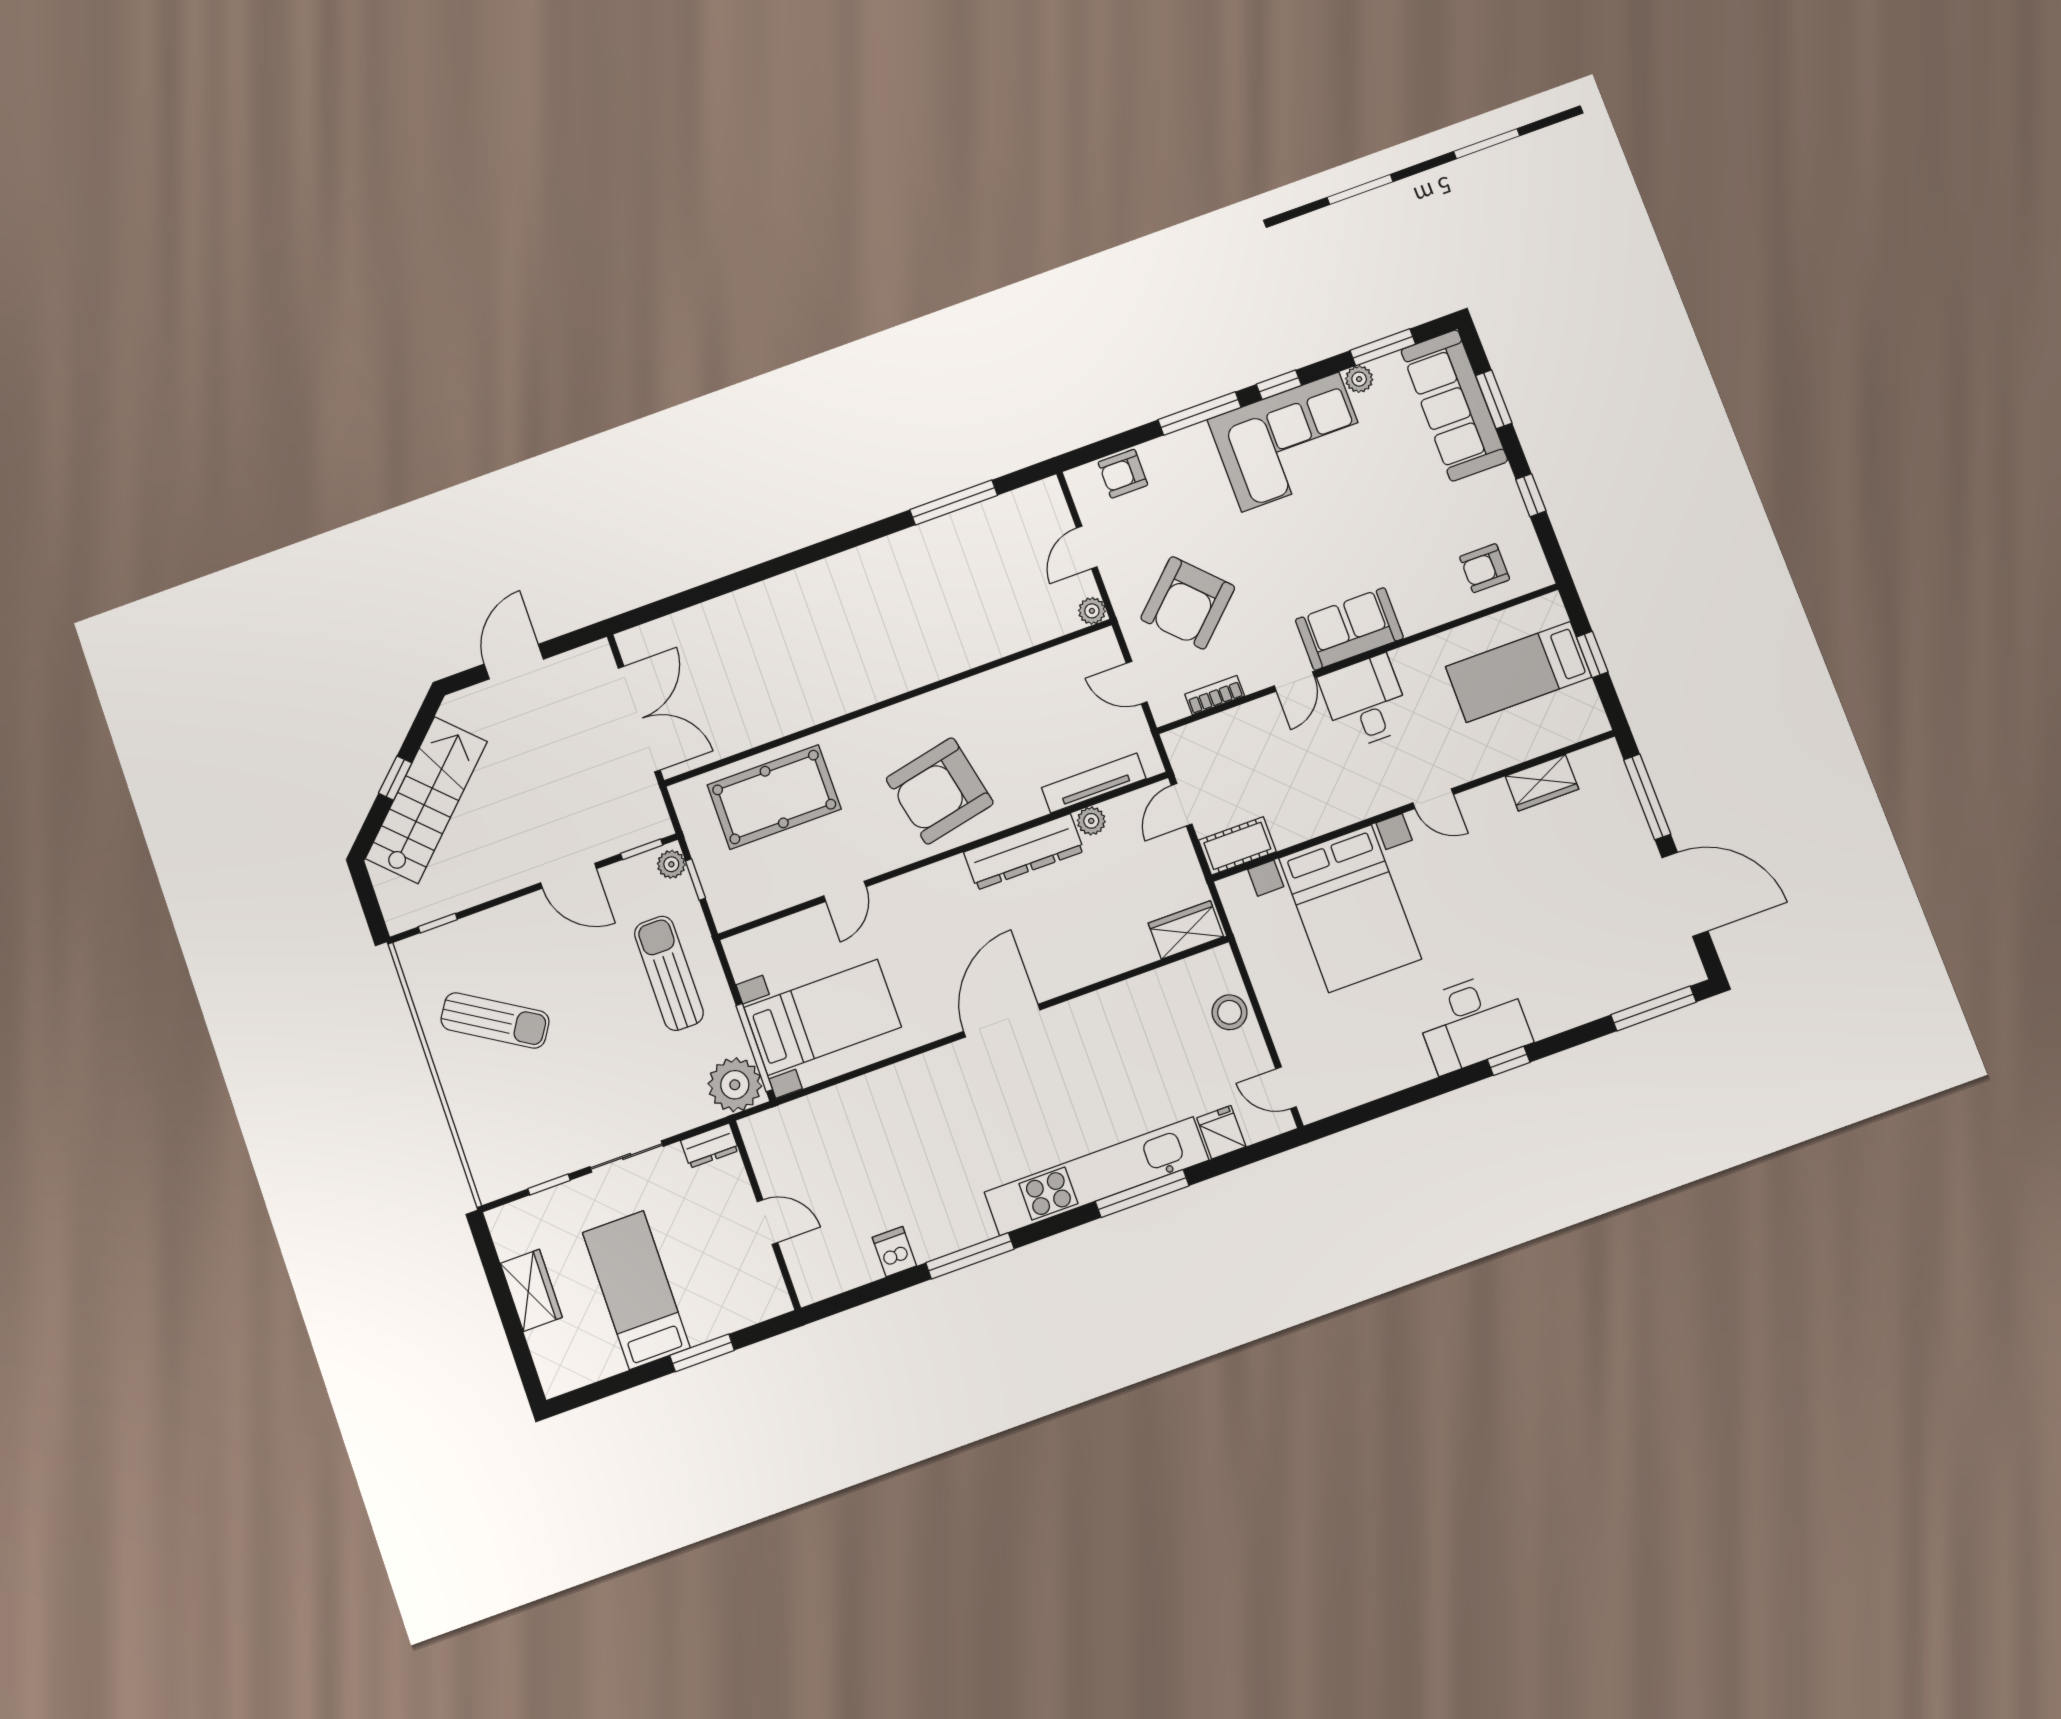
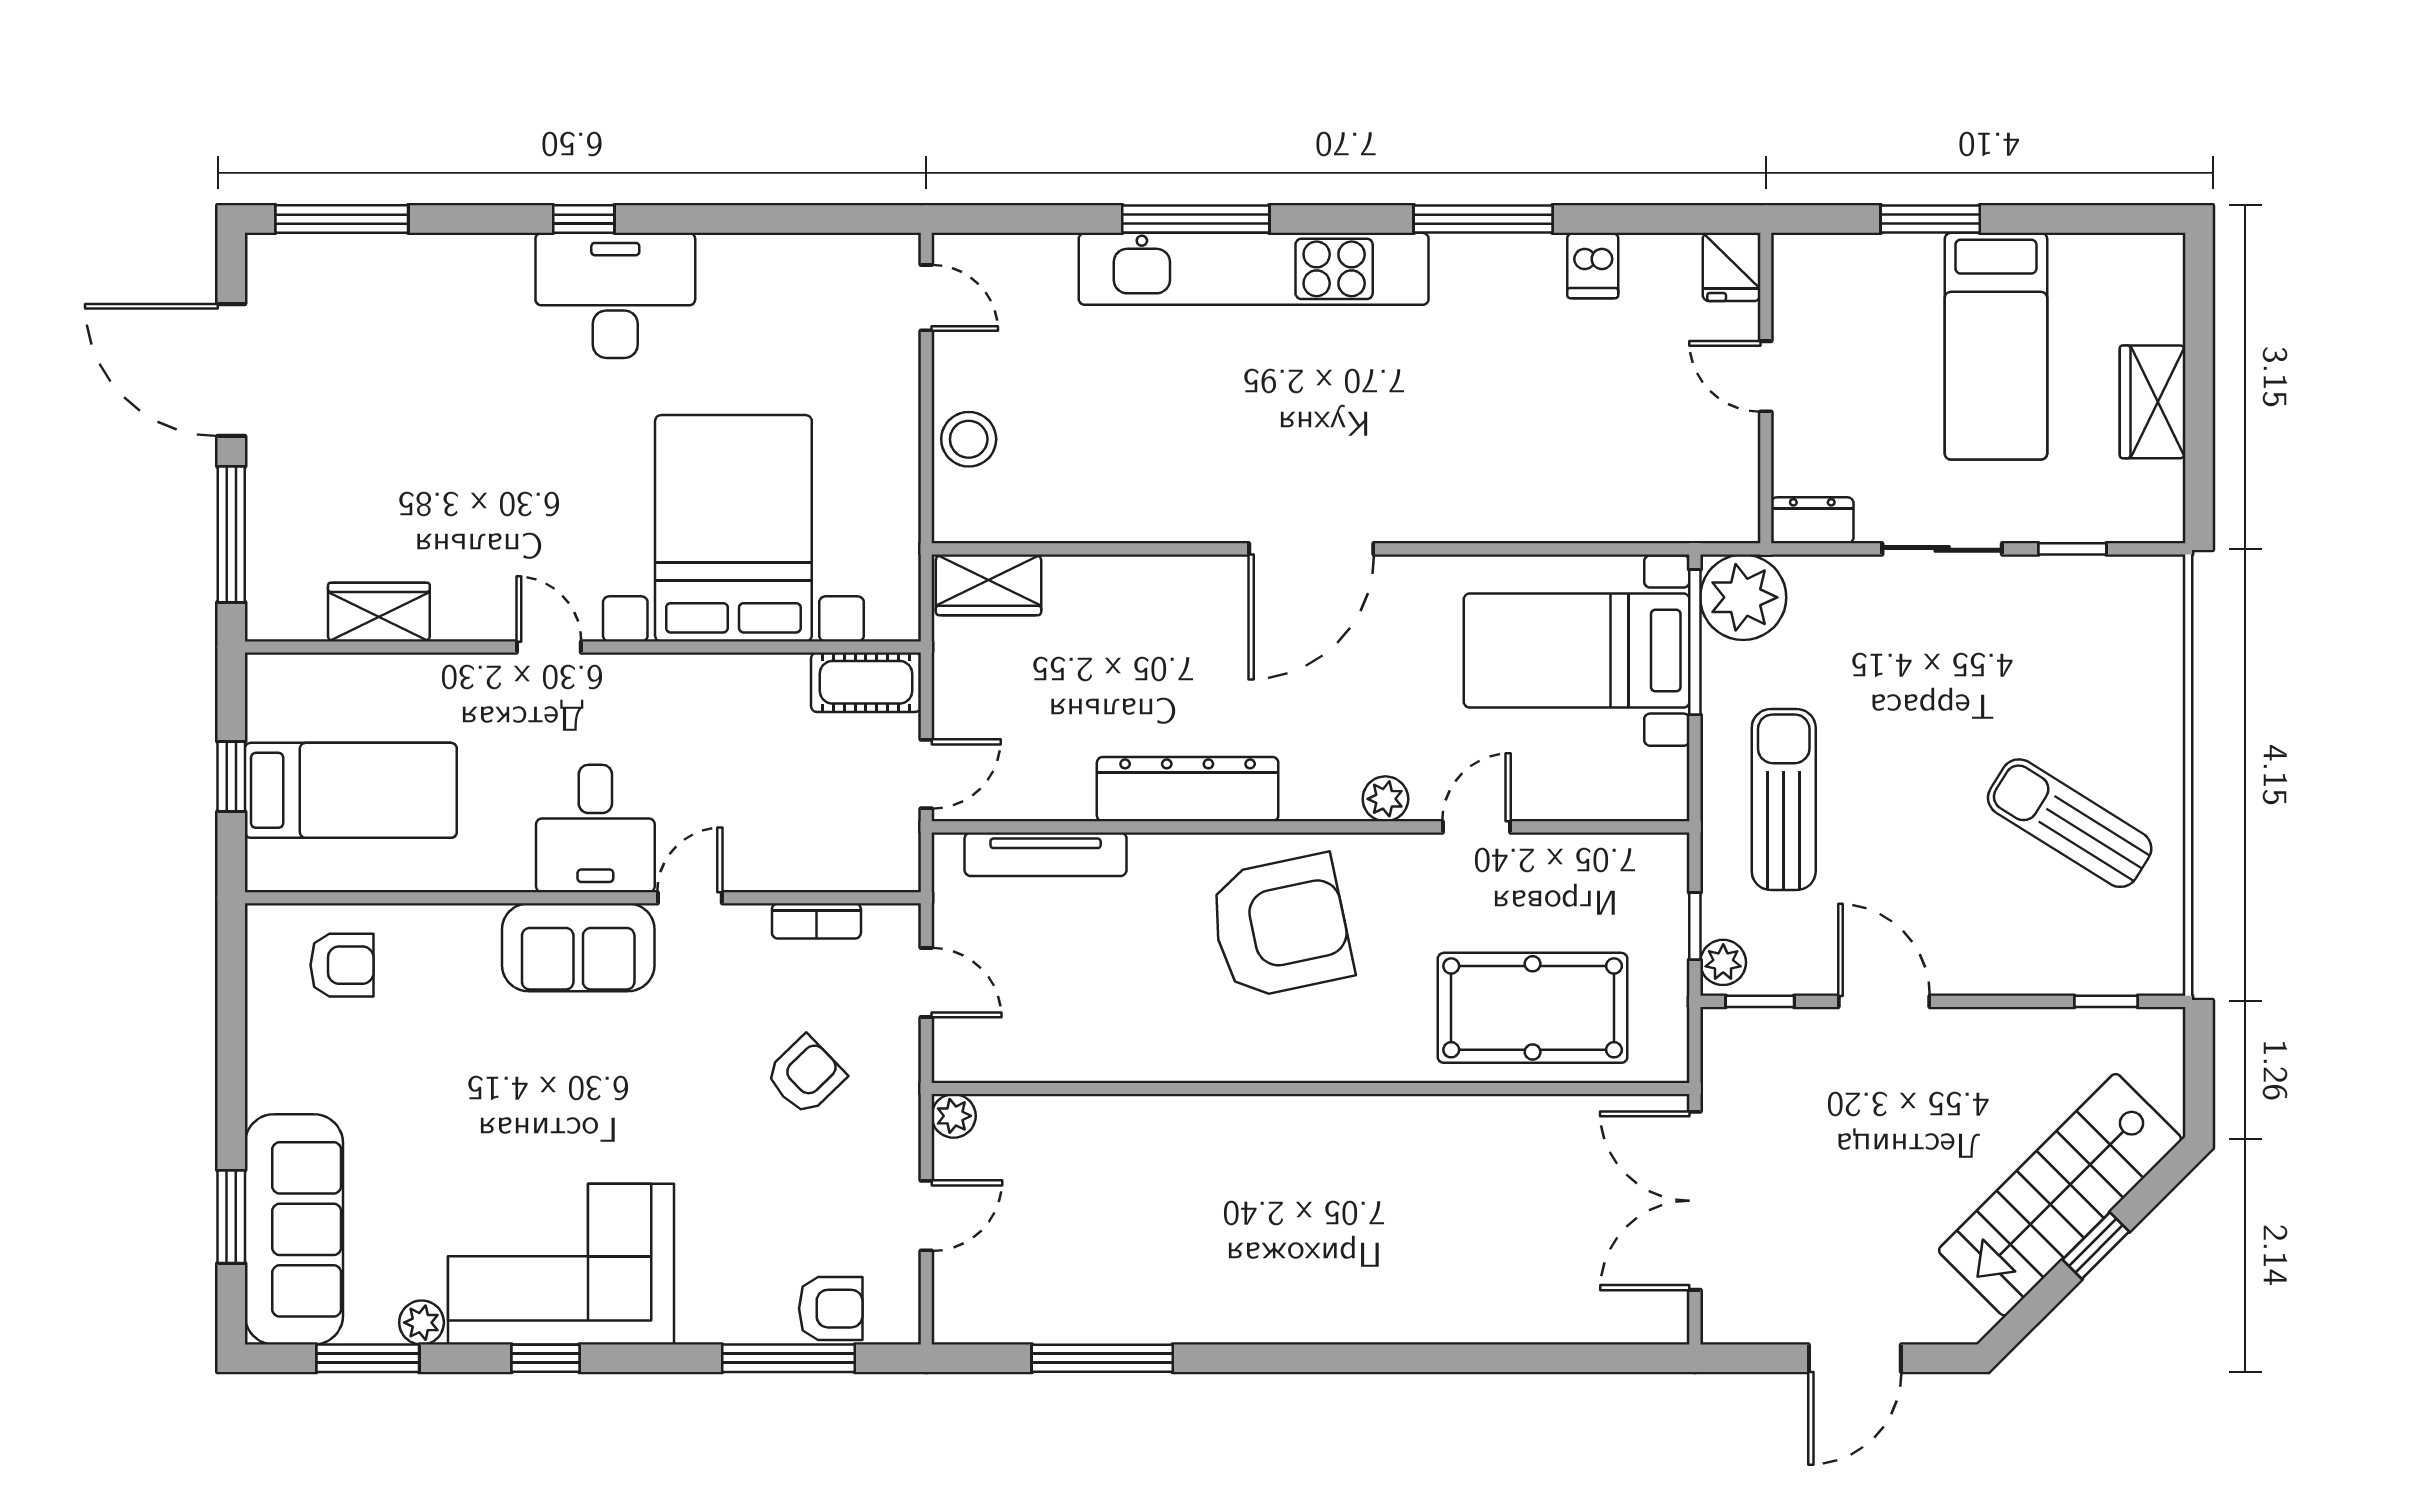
window: (1199, 414) -> (788, 1358), moved
window: (1531, 495) -> (231, 1050), removed
armchair: (1188, 603) -> (805, 1075), width x0.53, depth x0.53
plant: (1091, 821) -> (1385, 799), moved
sun lounger: (669, 973) -> (1784, 800), turned 180
fridge: (1221, 1132) -> (1732, 267), moved

